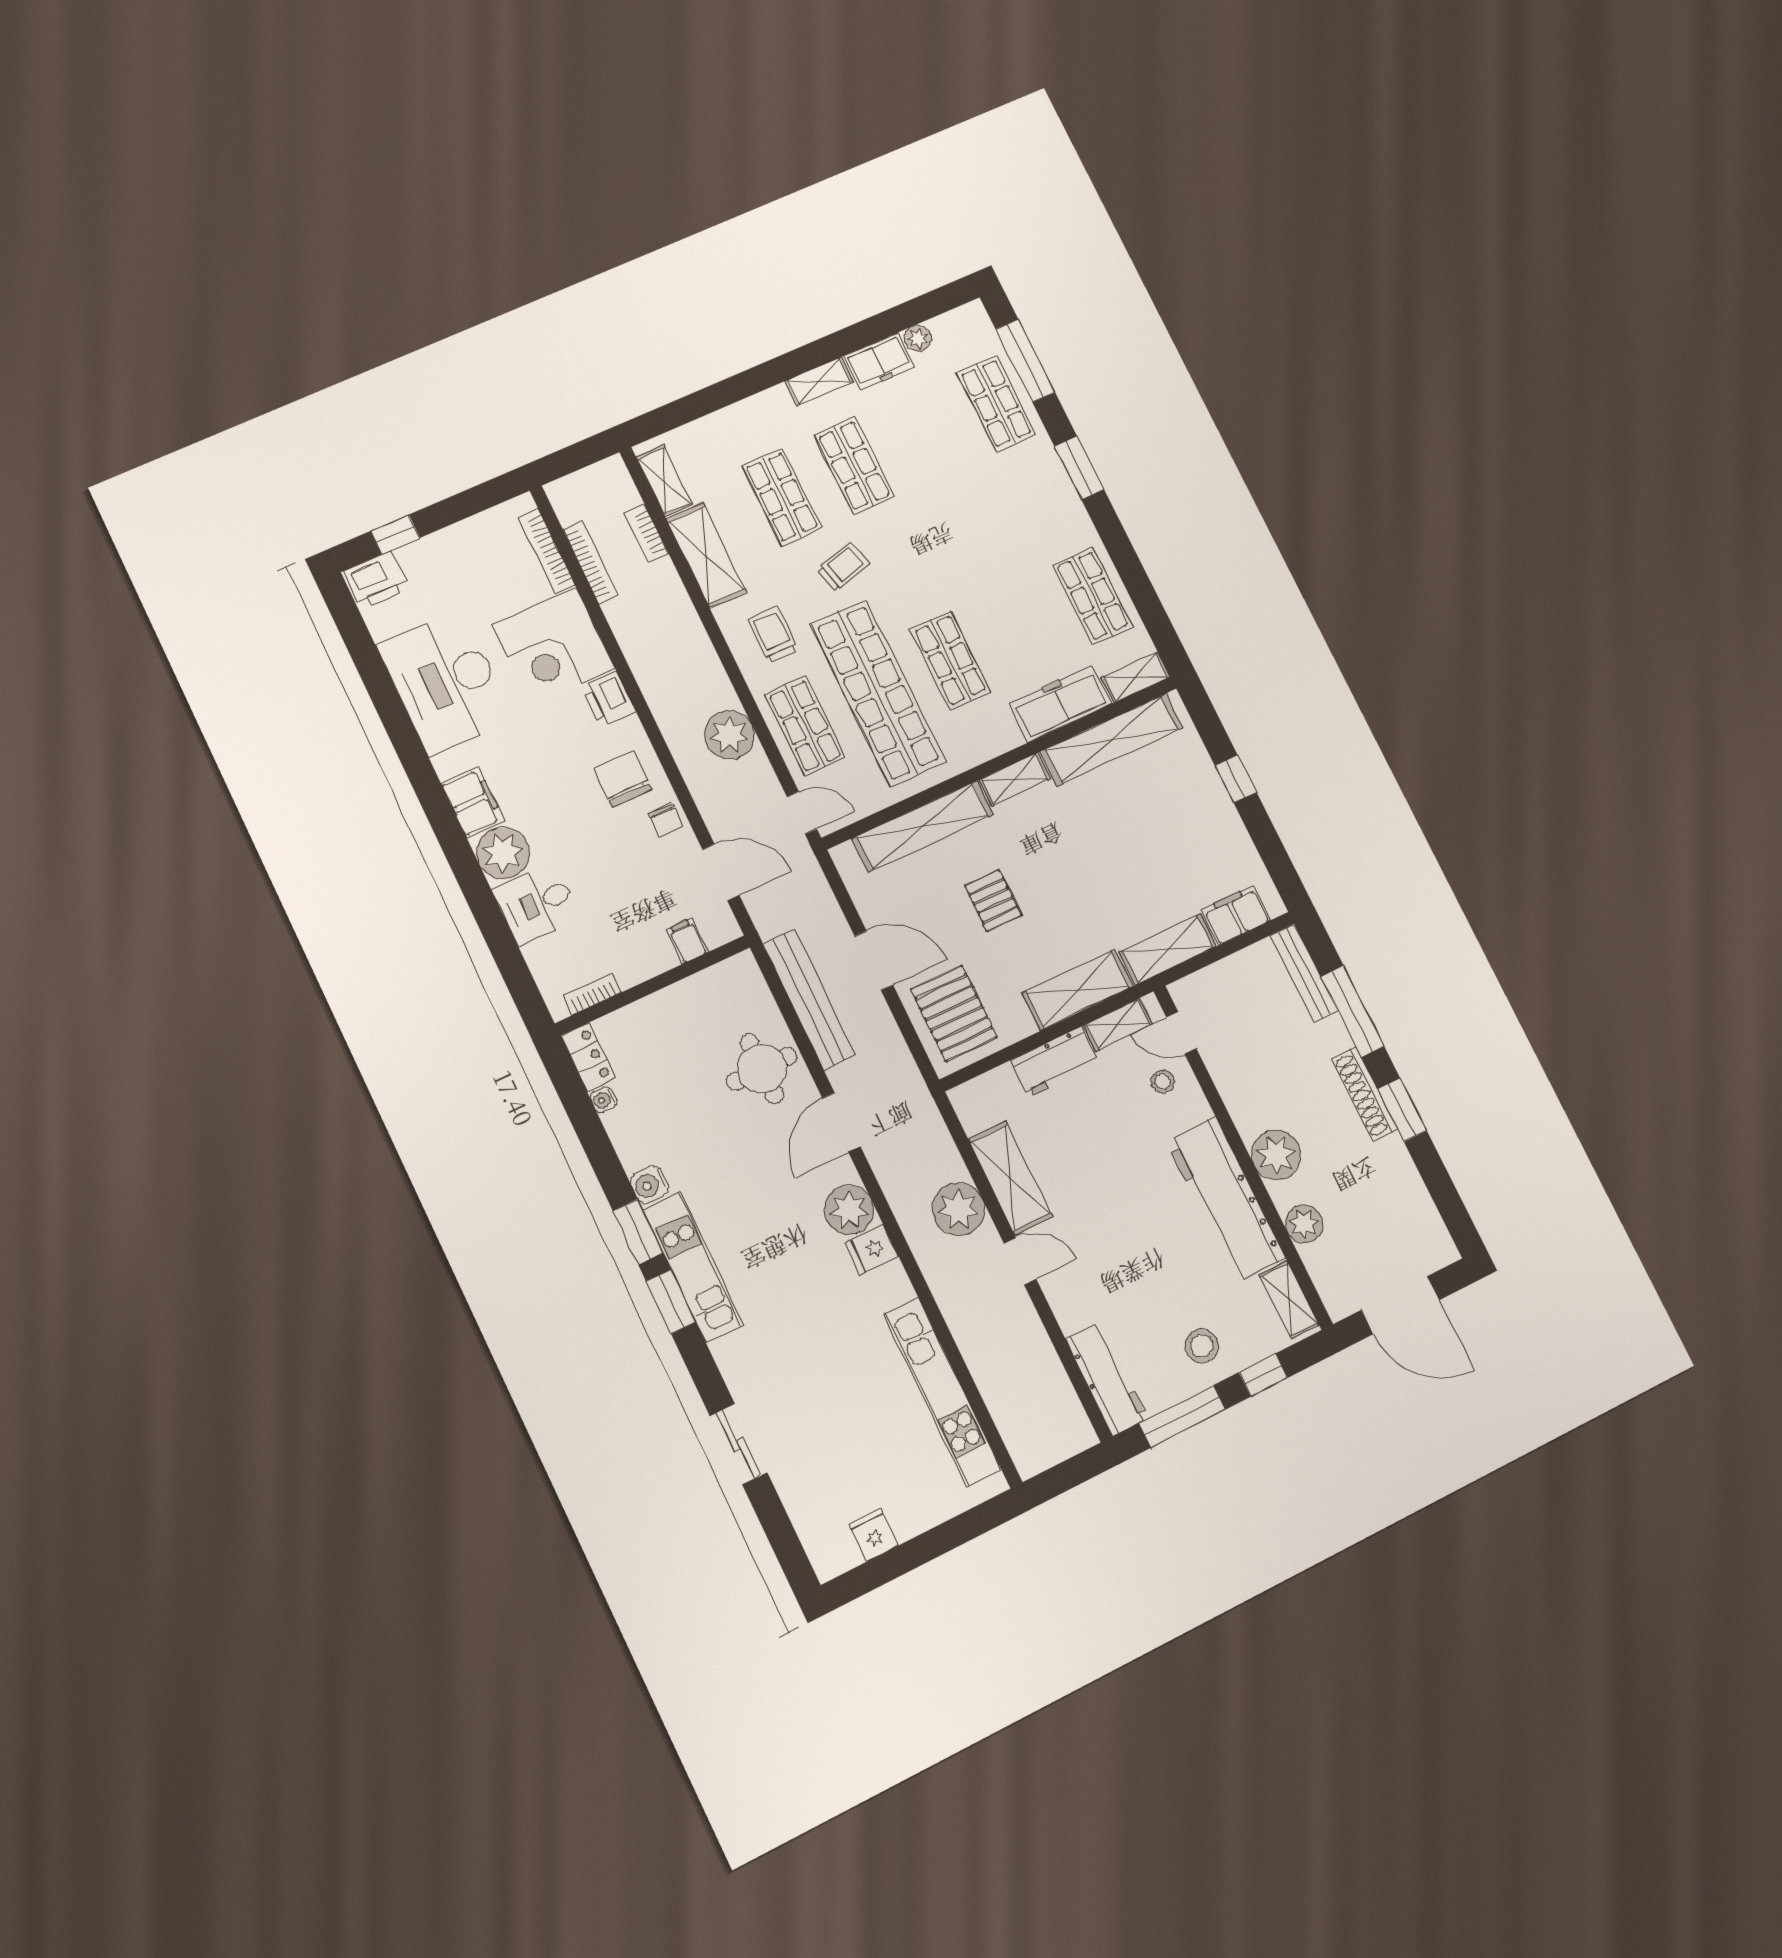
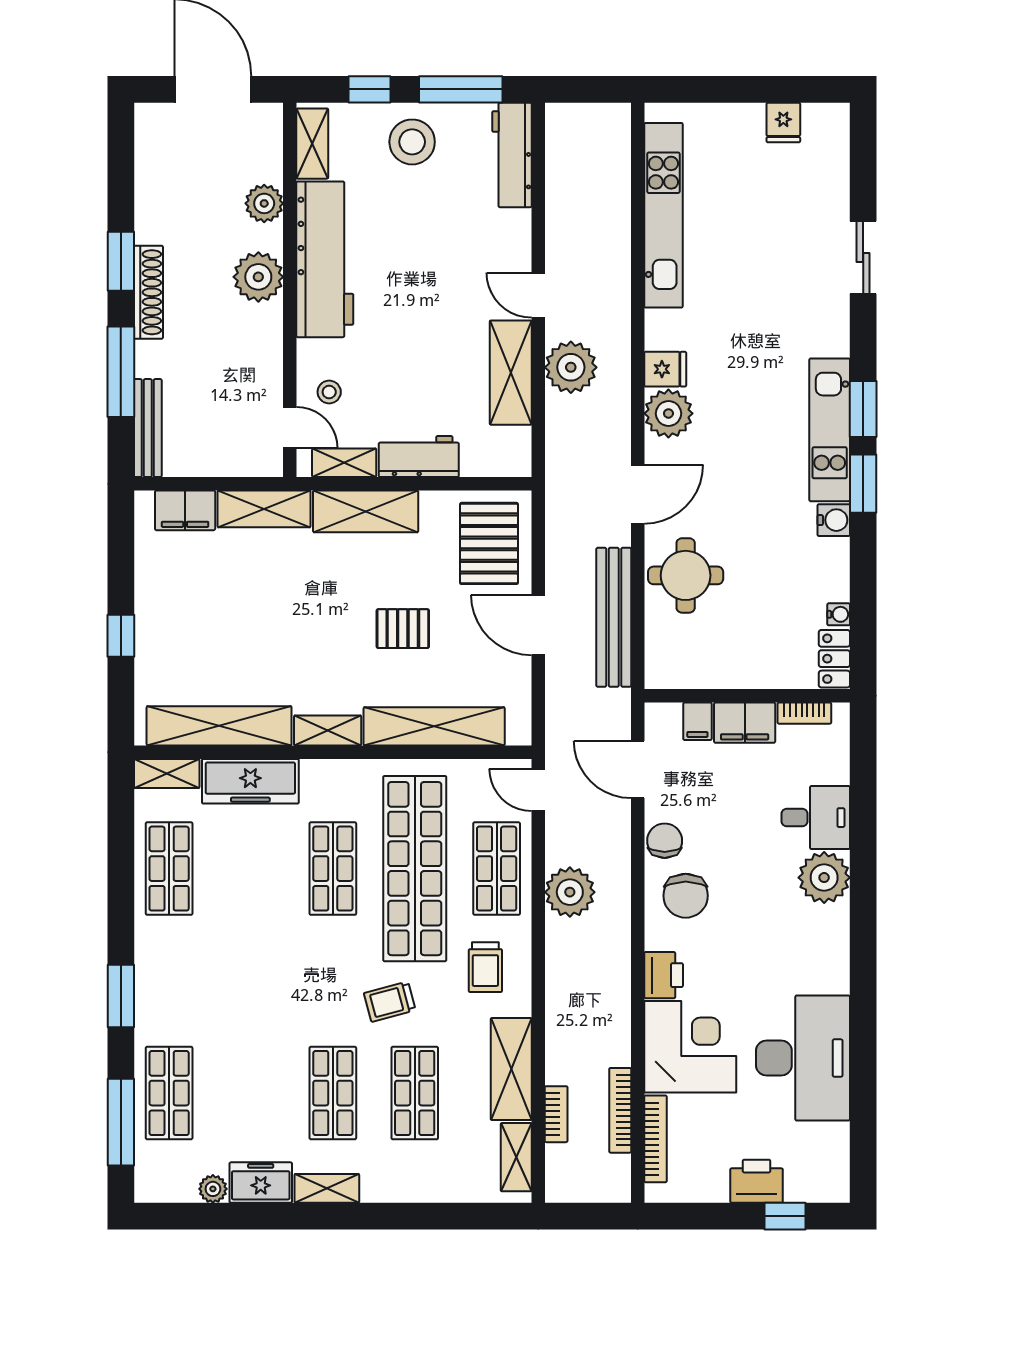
printer: (376, 580) -> (757, 1181), moved
filing cabinet: (473, 802) -> (745, 723), moved, turned -90
chair: (666, 820) -> (665, 841), width x1.37, depth x1.37
pallet: (993, 901) -> (403, 629), turned 90
stool: (1202, 1346) -> (412, 142), width x1.38, depth x1.38

